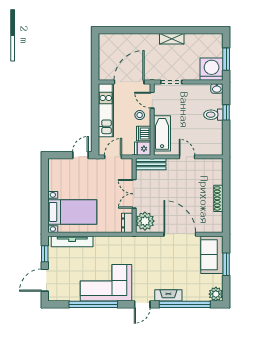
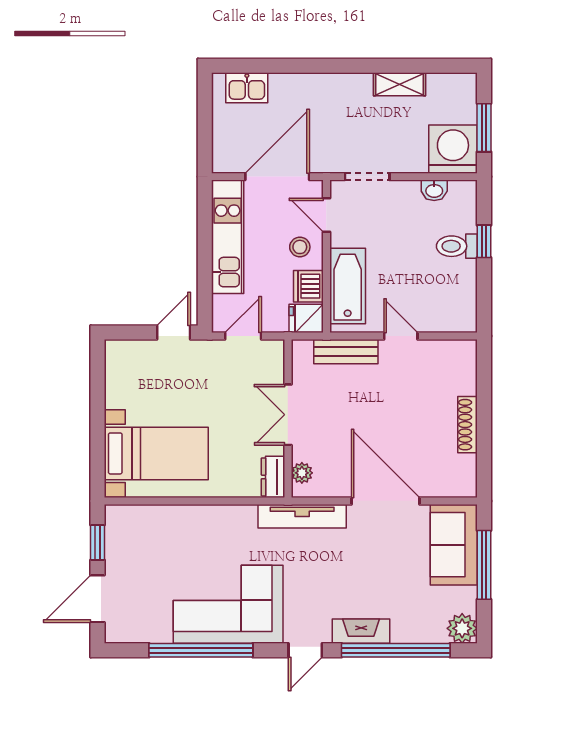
shelving: (172, 39) -> (399, 84), moved
kitchen sink: (115, 40) -> (247, 88), added
washbasin: (217, 88) -> (434, 190), moved
bench: (151, 164) -> (346, 352), moved
plant: (145, 221) -> (302, 473), width x0.53, depth x0.53
tv unit: (72, 241) -> (302, 516), moved
window: (226, 264) -> (484, 565), width x1.44

